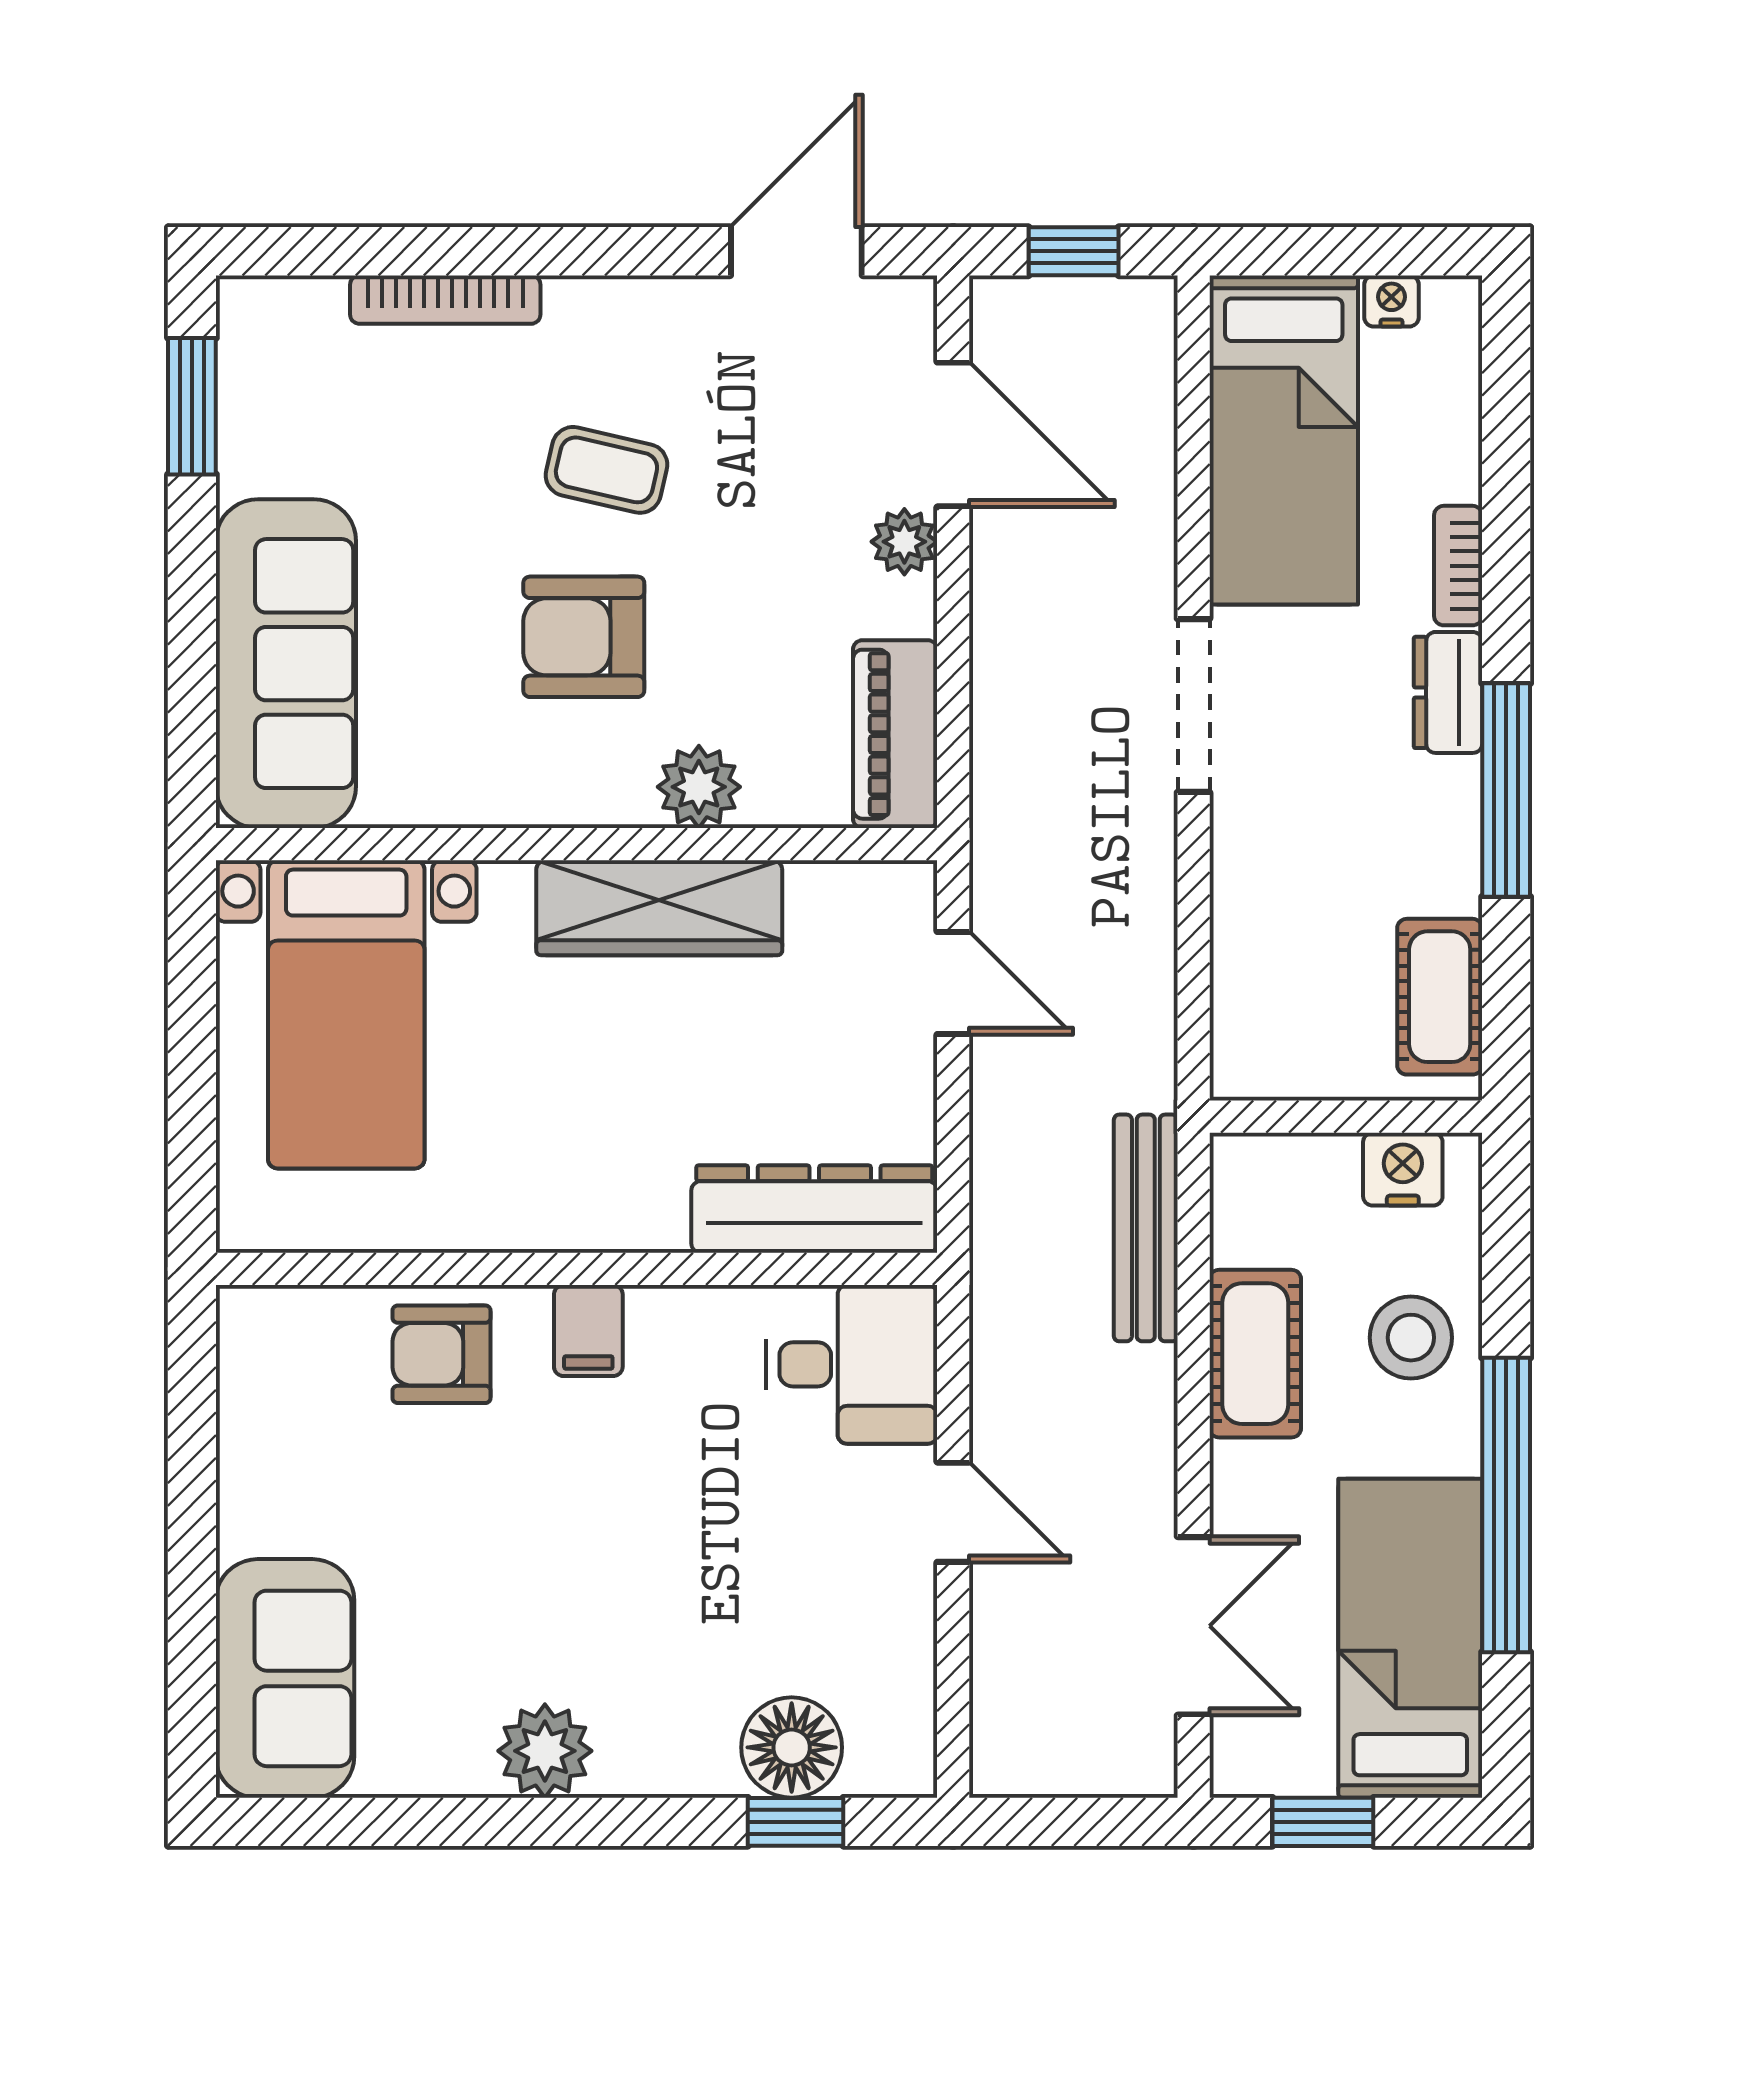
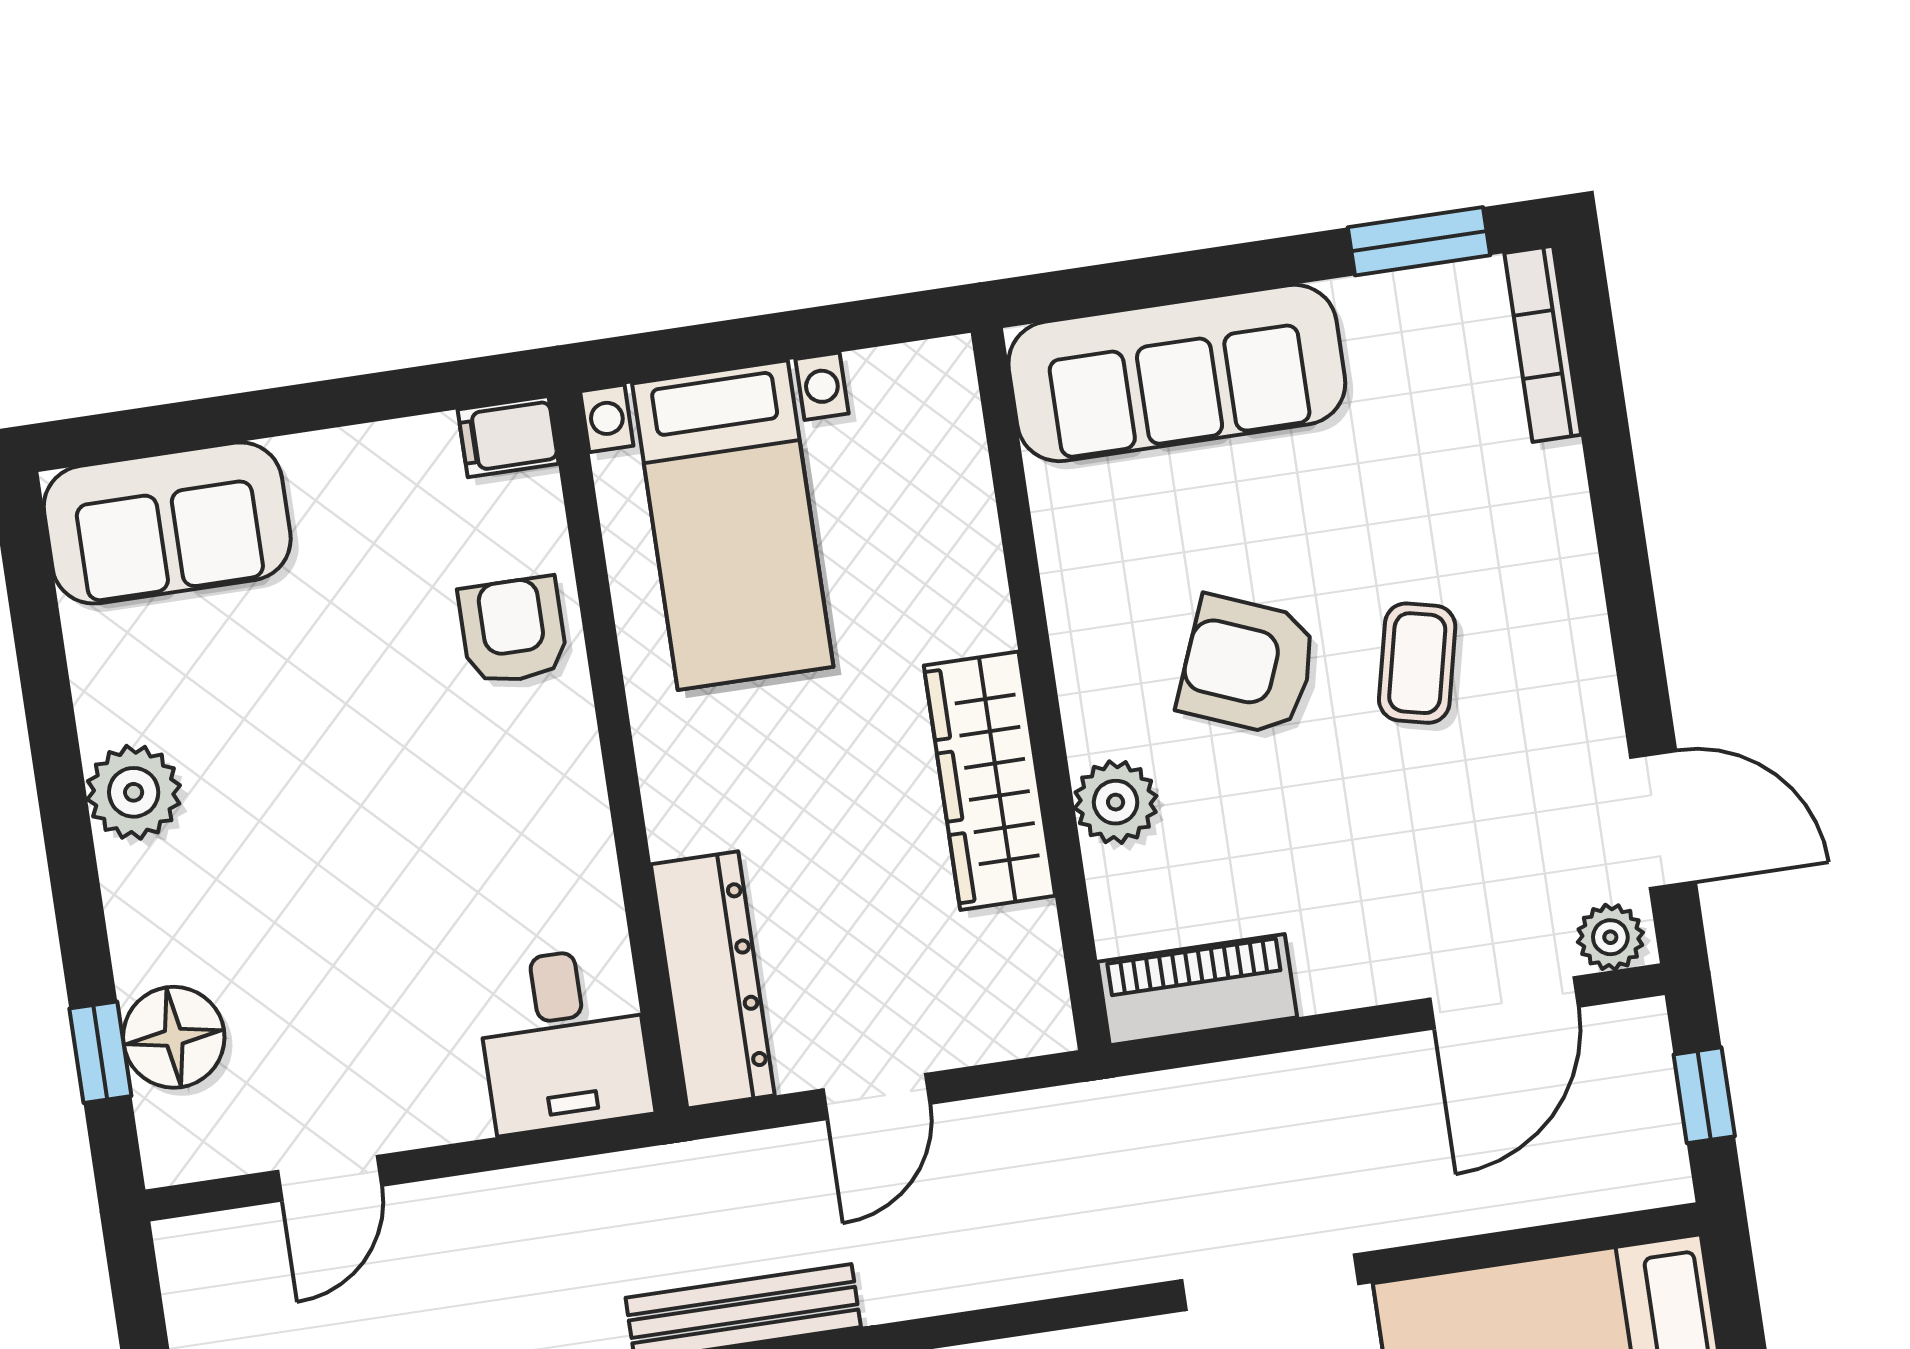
bookcase: (445, 300) -> (1543, 344), moved
plant: (904, 542) -> (1610, 937), moved
armchair: (584, 637) -> (1248, 665), turned -68
door: (953, 983) -> (876, 1097), moved
bed with nightstands: (346, 1014) -> (733, 525), moved, turned -90
filing cabinet: (588, 1331) -> (508, 437), moved
door: (953, 1512) -> (330, 1178), moved

